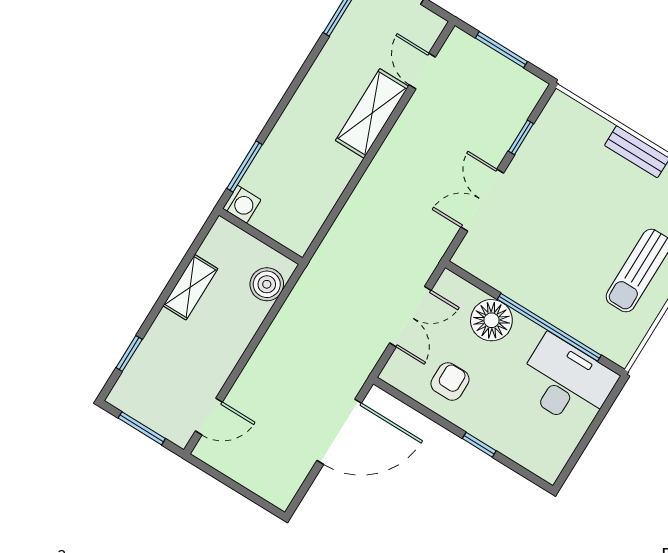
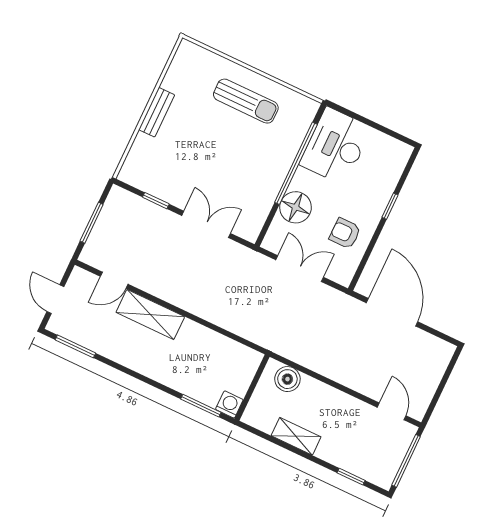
double door: (482, 200) -> (206, 224), swing flipped
window: (142, 428) -> (406, 461), width x1.44

